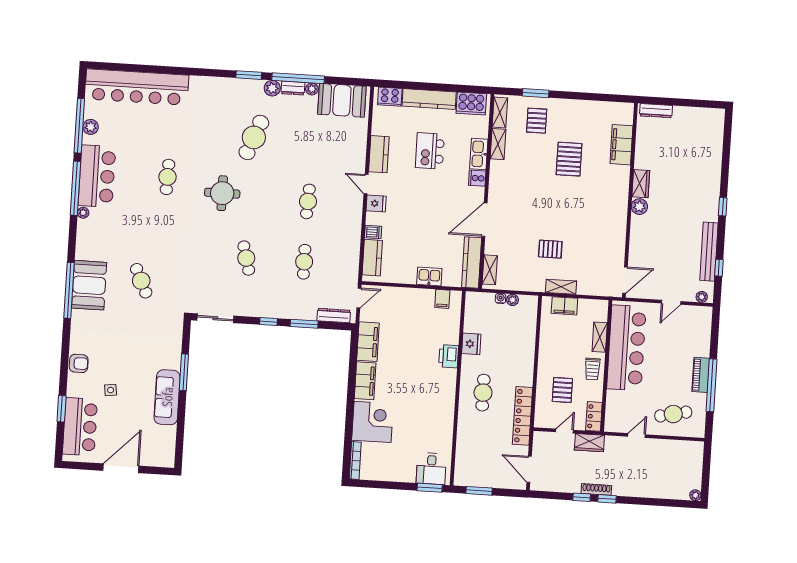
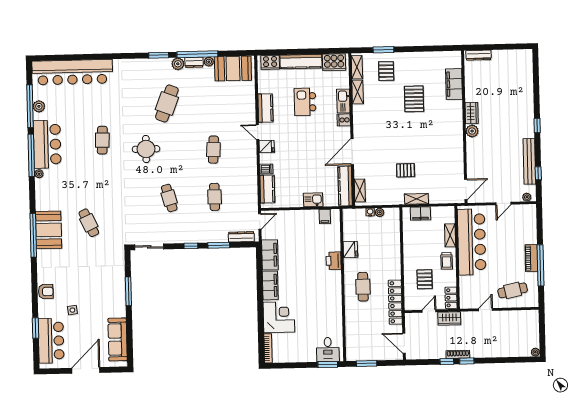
sofa: (167, 397) -> (118, 339), moved

